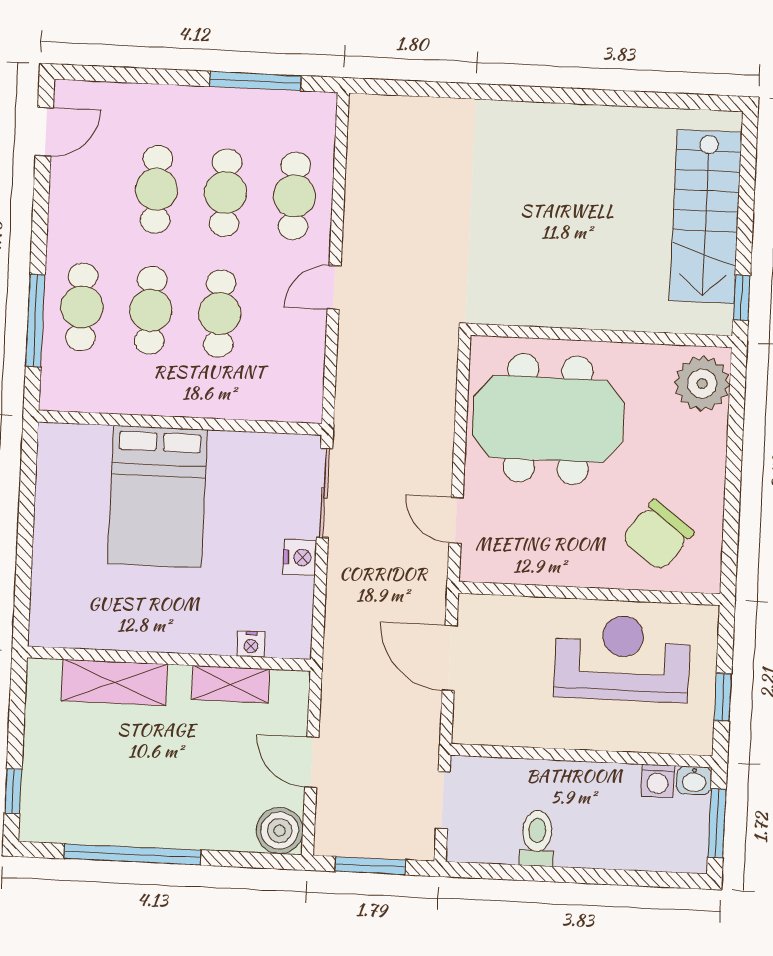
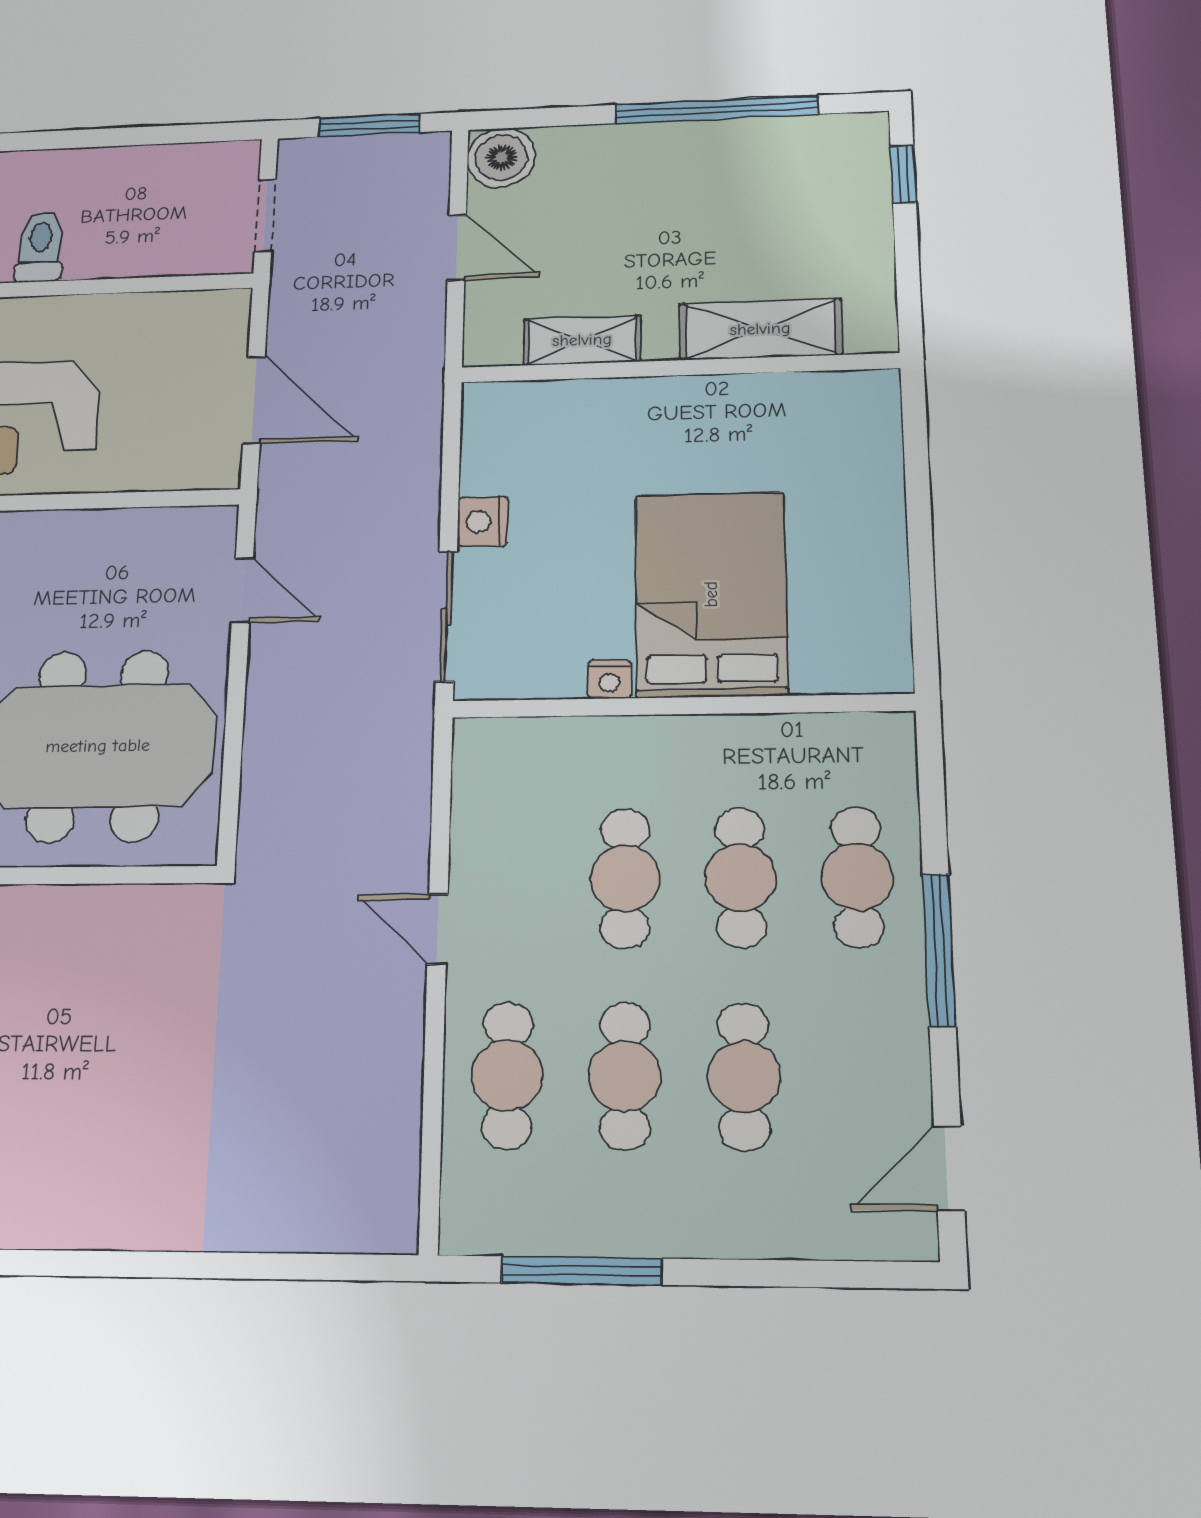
door: (334, 288) -> (438, 929), swing flipped
window: (35, 320) -> (939, 950), moved
nightstand: (251, 644) -> (610, 679), moved, turned 180
toilet: (537, 838) -> (40, 247), moved, turned 180

